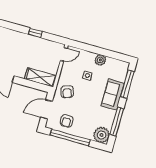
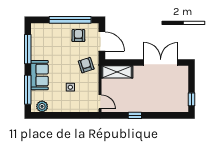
door: (64, 54) -> (100, 102), swing flipped
plant: (100, 60) -> (42, 106), moved
door: (46, 109) -> (102, 41), hinge flipped
plant: (102, 135) -> (39, 31), removed

